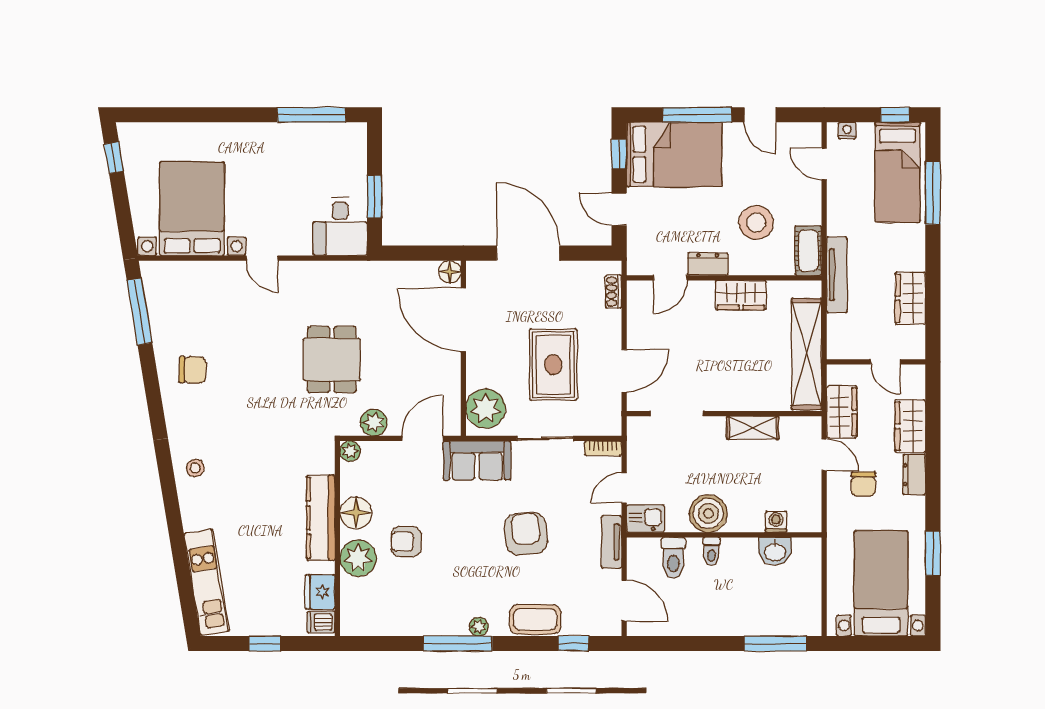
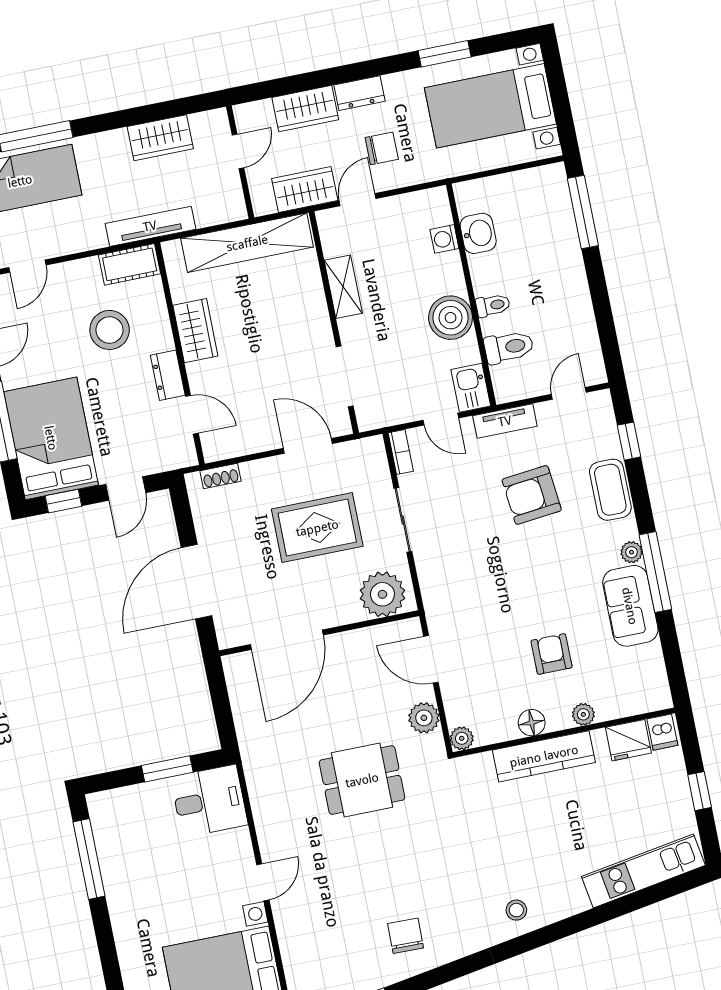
floor lamp: (450, 272) -> (235, 666), removed
sofa: (477, 460) -> (630, 606), moved, turned 180
floor lamp: (356, 513) -> (532, 723), width x0.73, depth x0.73
armchair: (526, 534) -> (532, 495), moved
armchair: (406, 542) -> (552, 654), turned 180
plant: (358, 558) -> (583, 714), width x0.53, depth x0.53
door: (624, 601) -> (569, 393), width x0.73

